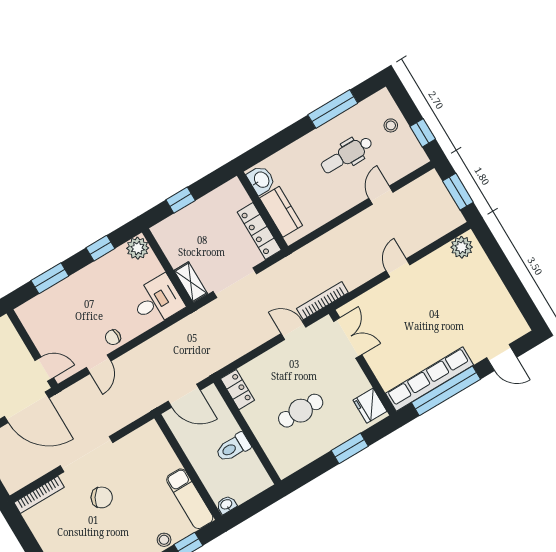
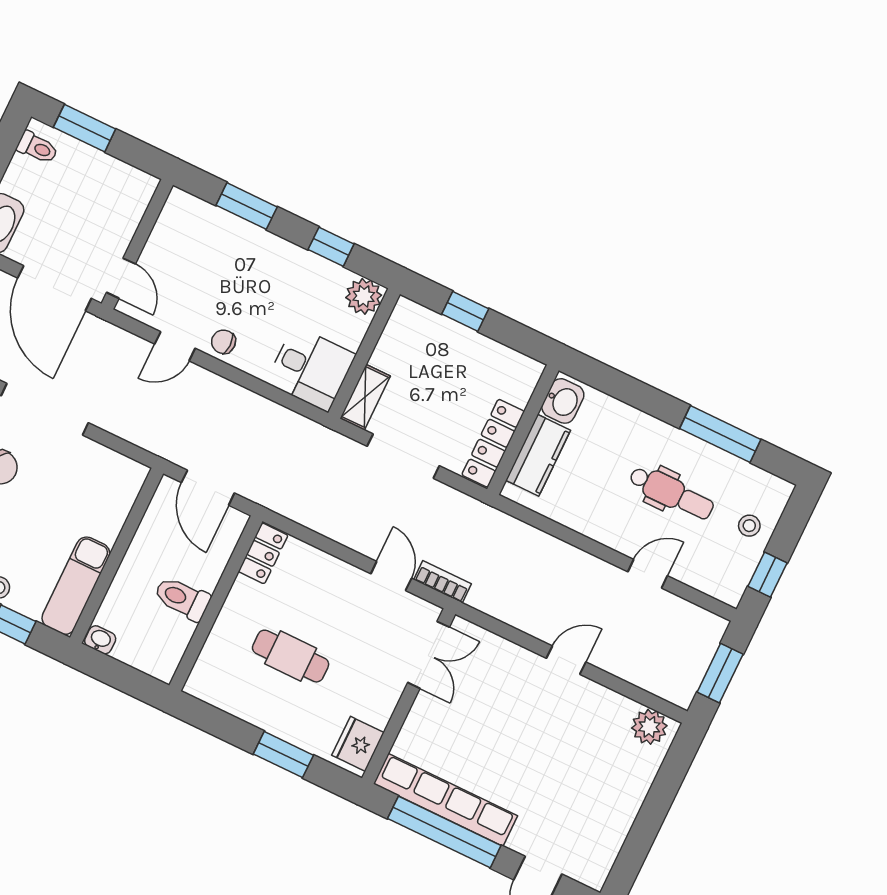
dental chair: (347, 155) -> (671, 493), turned 180
bookcase: (322, 301) -> (443, 582), width x0.64

